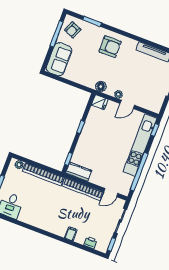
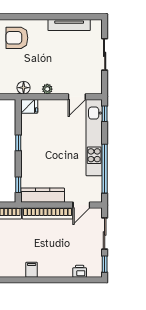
armchair: (110, 47) -> (17, 38), turned 180
door: (127, 104) -> (77, 97), moved
kitchen counter: (79, 172) -> (43, 195), width x1.50
filing cabinet: (71, 234) -> (32, 270), moved

